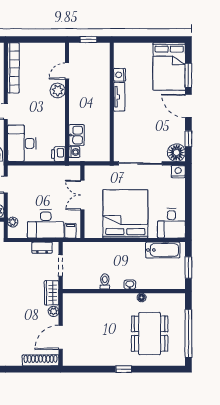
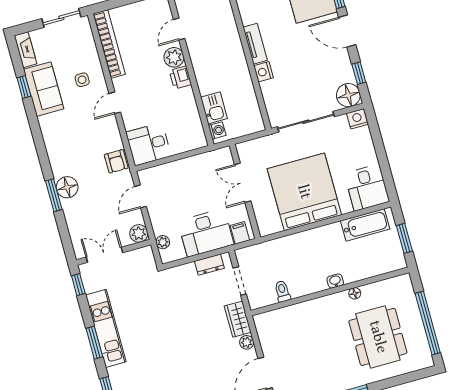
nightstand: (120, 75) -> (263, 72), moved
desk: (22, 143) -> (148, 144), width x0.73
printer: (58, 154) -> (180, 77), moved
toilet: (105, 282) -> (282, 291), moved

